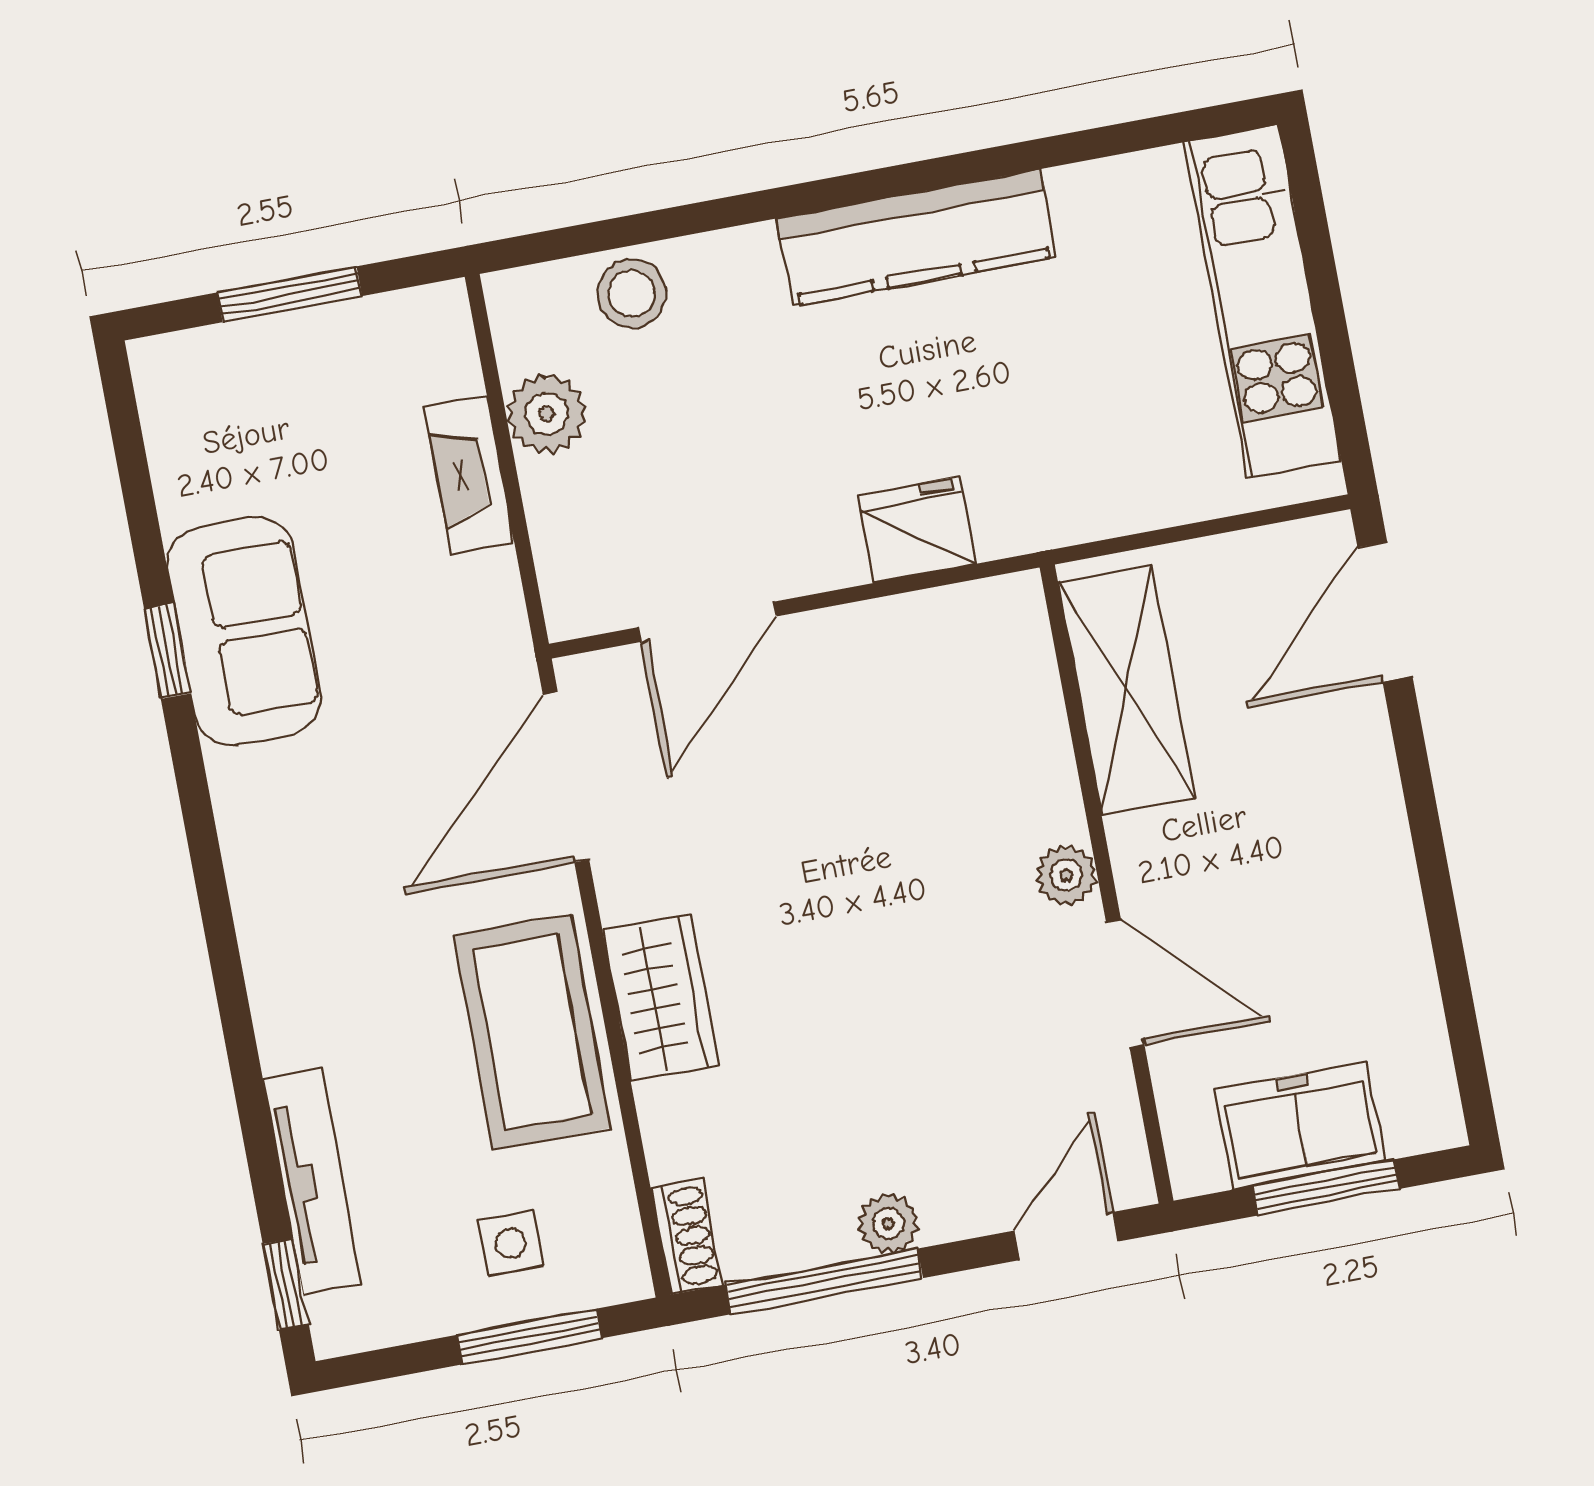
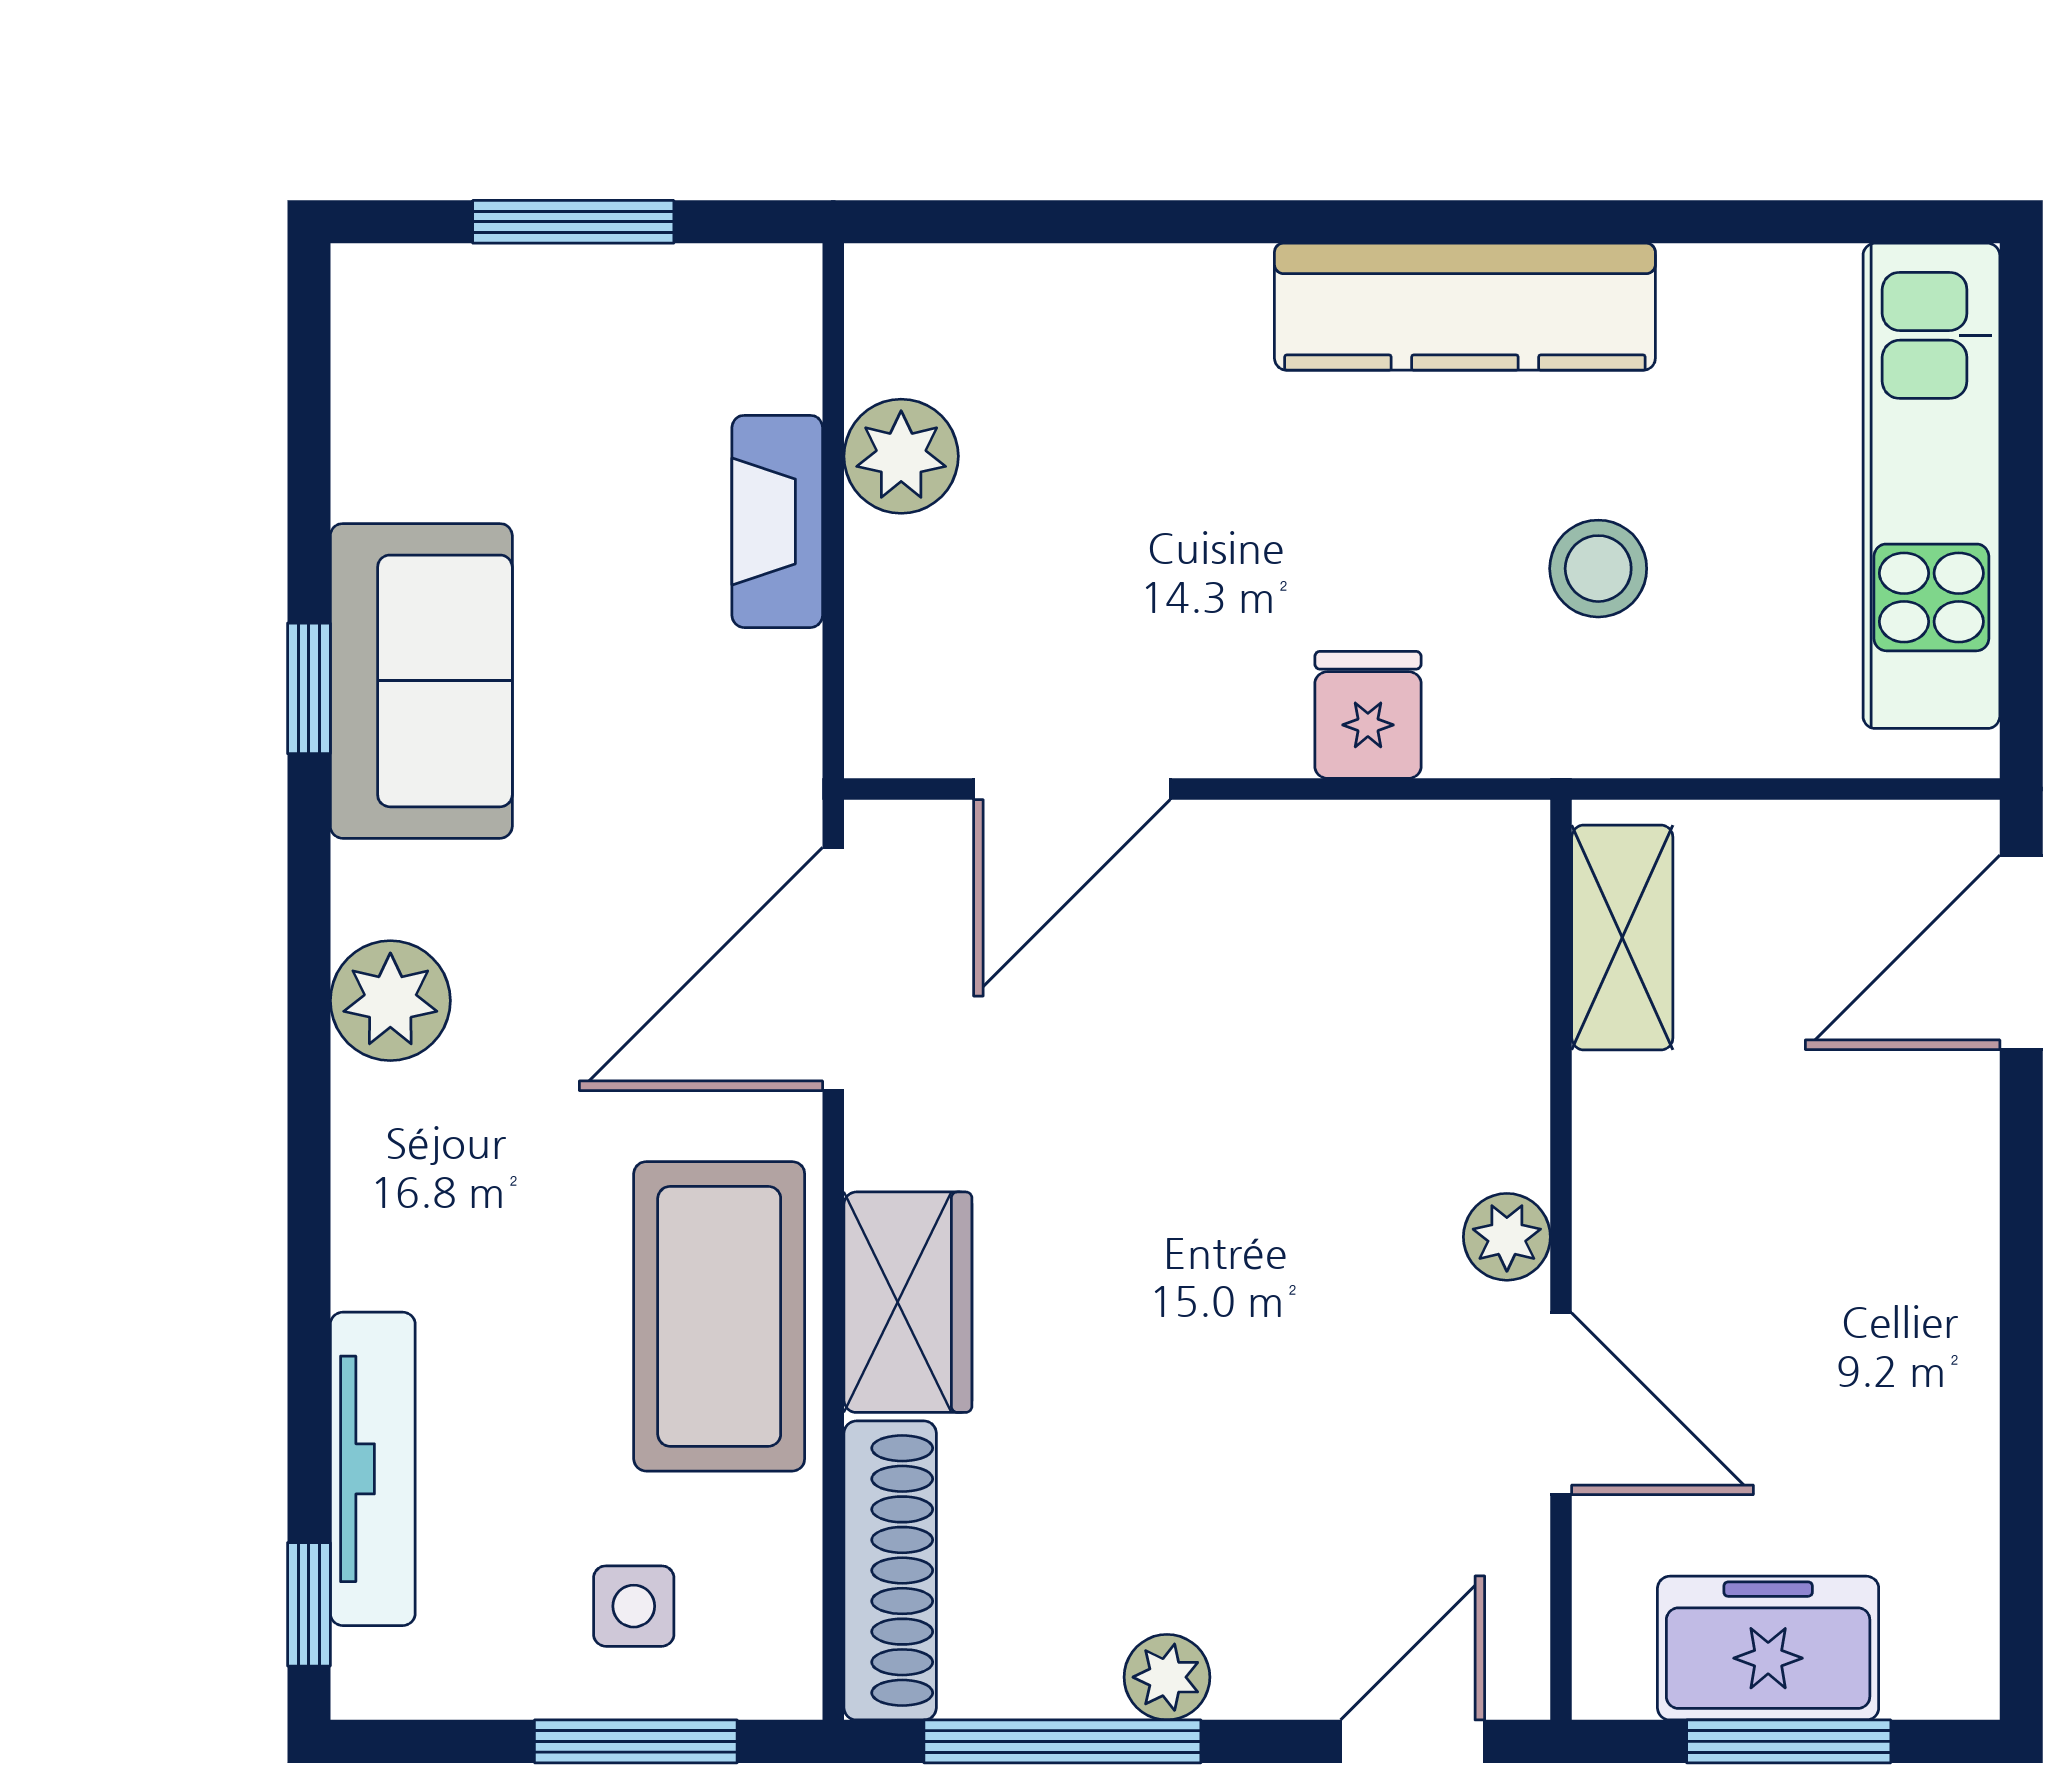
stool: (632, 293) -> (1598, 569), moved
fridge: (917, 530) -> (1368, 715), width x0.72
shelving: (1126, 690) -> (1622, 938), width x0.67, depth x0.75
plant: (264, 856) -> (390, 1001), added
shoe rack: (686, 1237) -> (890, 1570), width x1.94, depth x1.24

